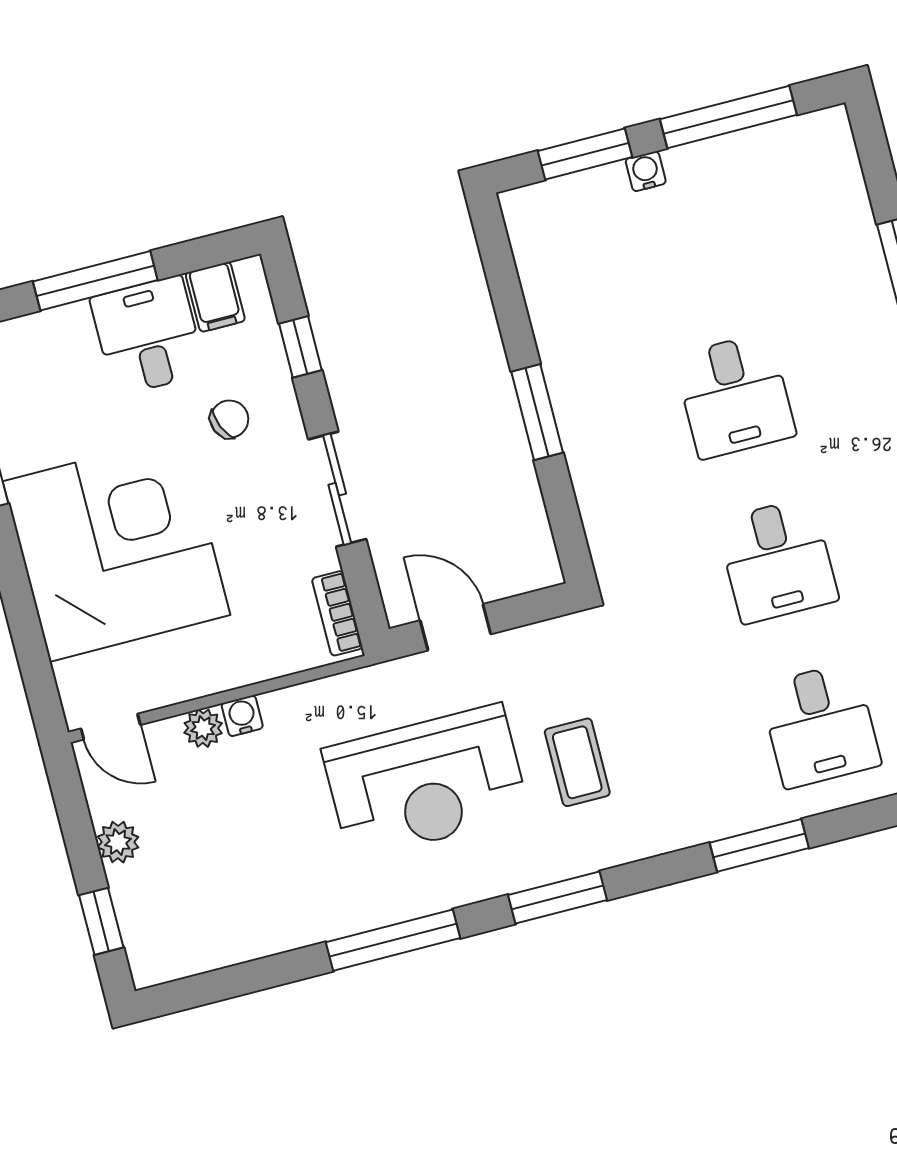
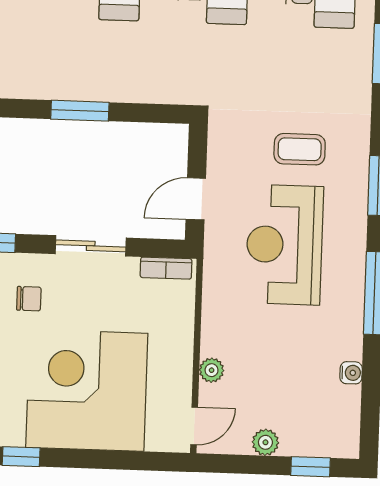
chair: (229, 419) -> (29, 299), turned 113
water cooler: (242, 716) -> (351, 373), moved, turned 180
reception desk: (426, 782) -> (284, 245), turned 180

